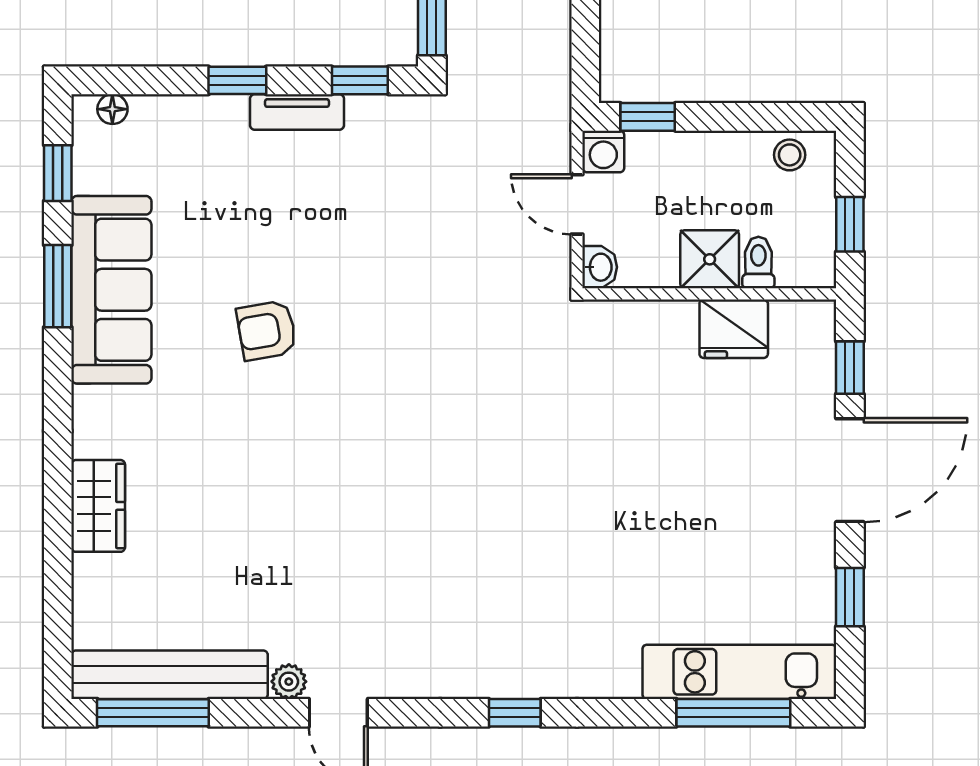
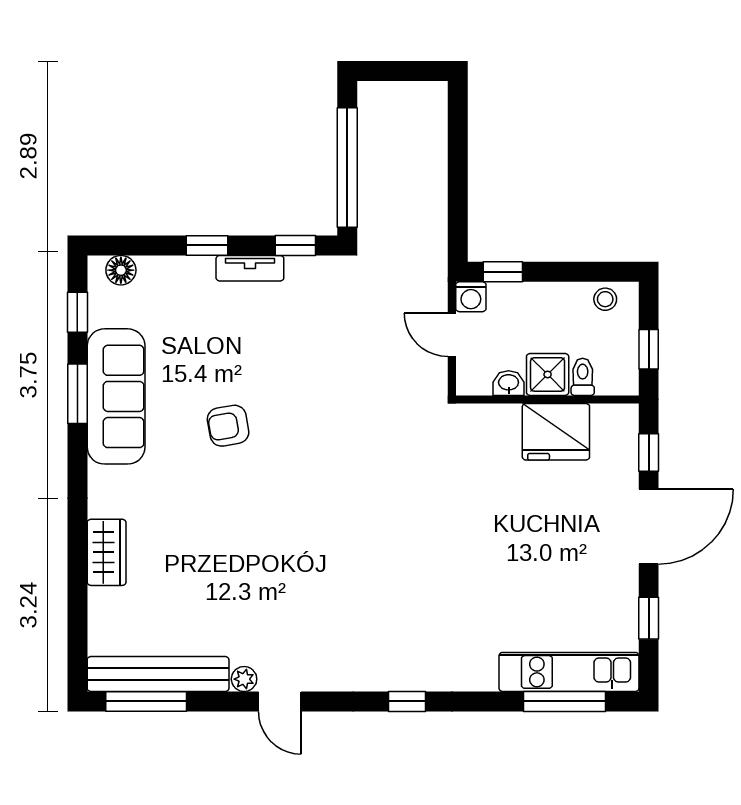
floor lamp: (112, 109) -> (121, 270), width x1.37, depth x1.37
washbasin: (600, 267) -> (509, 383), moved, turned -90
fridge: (734, 329) -> (556, 432), width x1.36, depth x1.34

